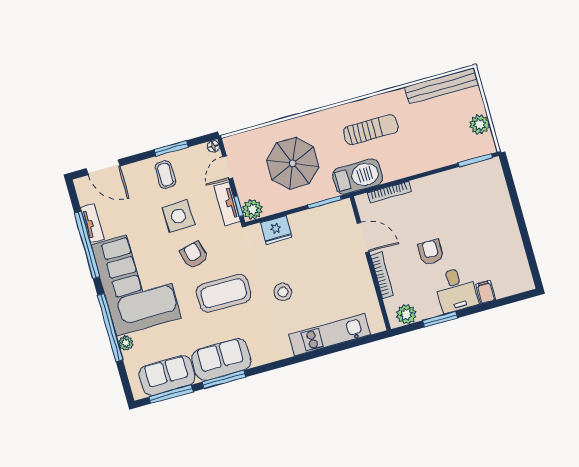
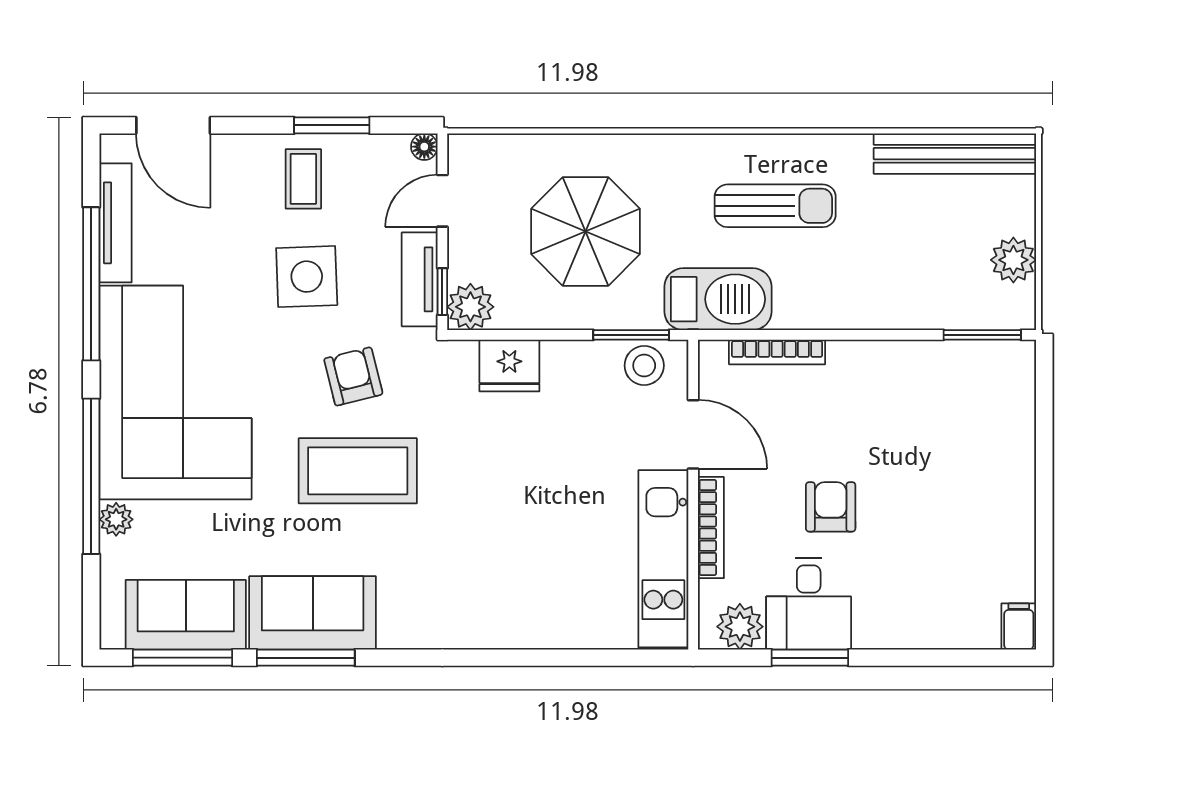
tv unit: (92, 223) -> (116, 223), width x1.41
armchair: (194, 255) -> (353, 376), moved
desk: (456, 290) -> (809, 604), moved
stool: (283, 292) -> (644, 366), moved
filing cabinet: (486, 292) -> (1019, 626), moved
kitchen unit: (330, 335) -> (663, 559), moved, turned -90

